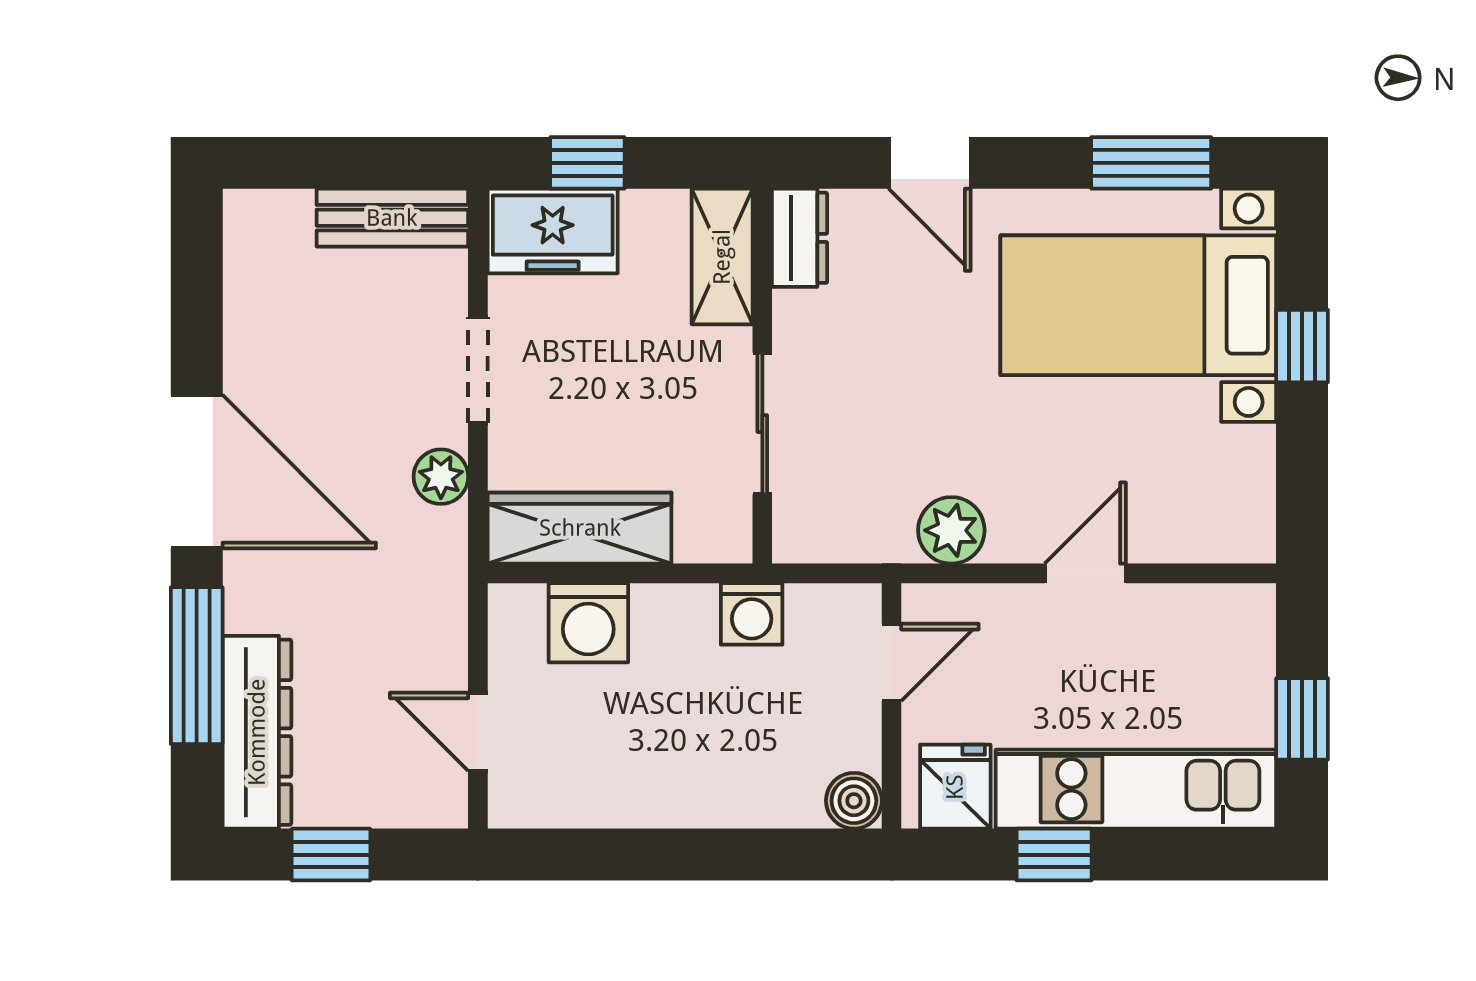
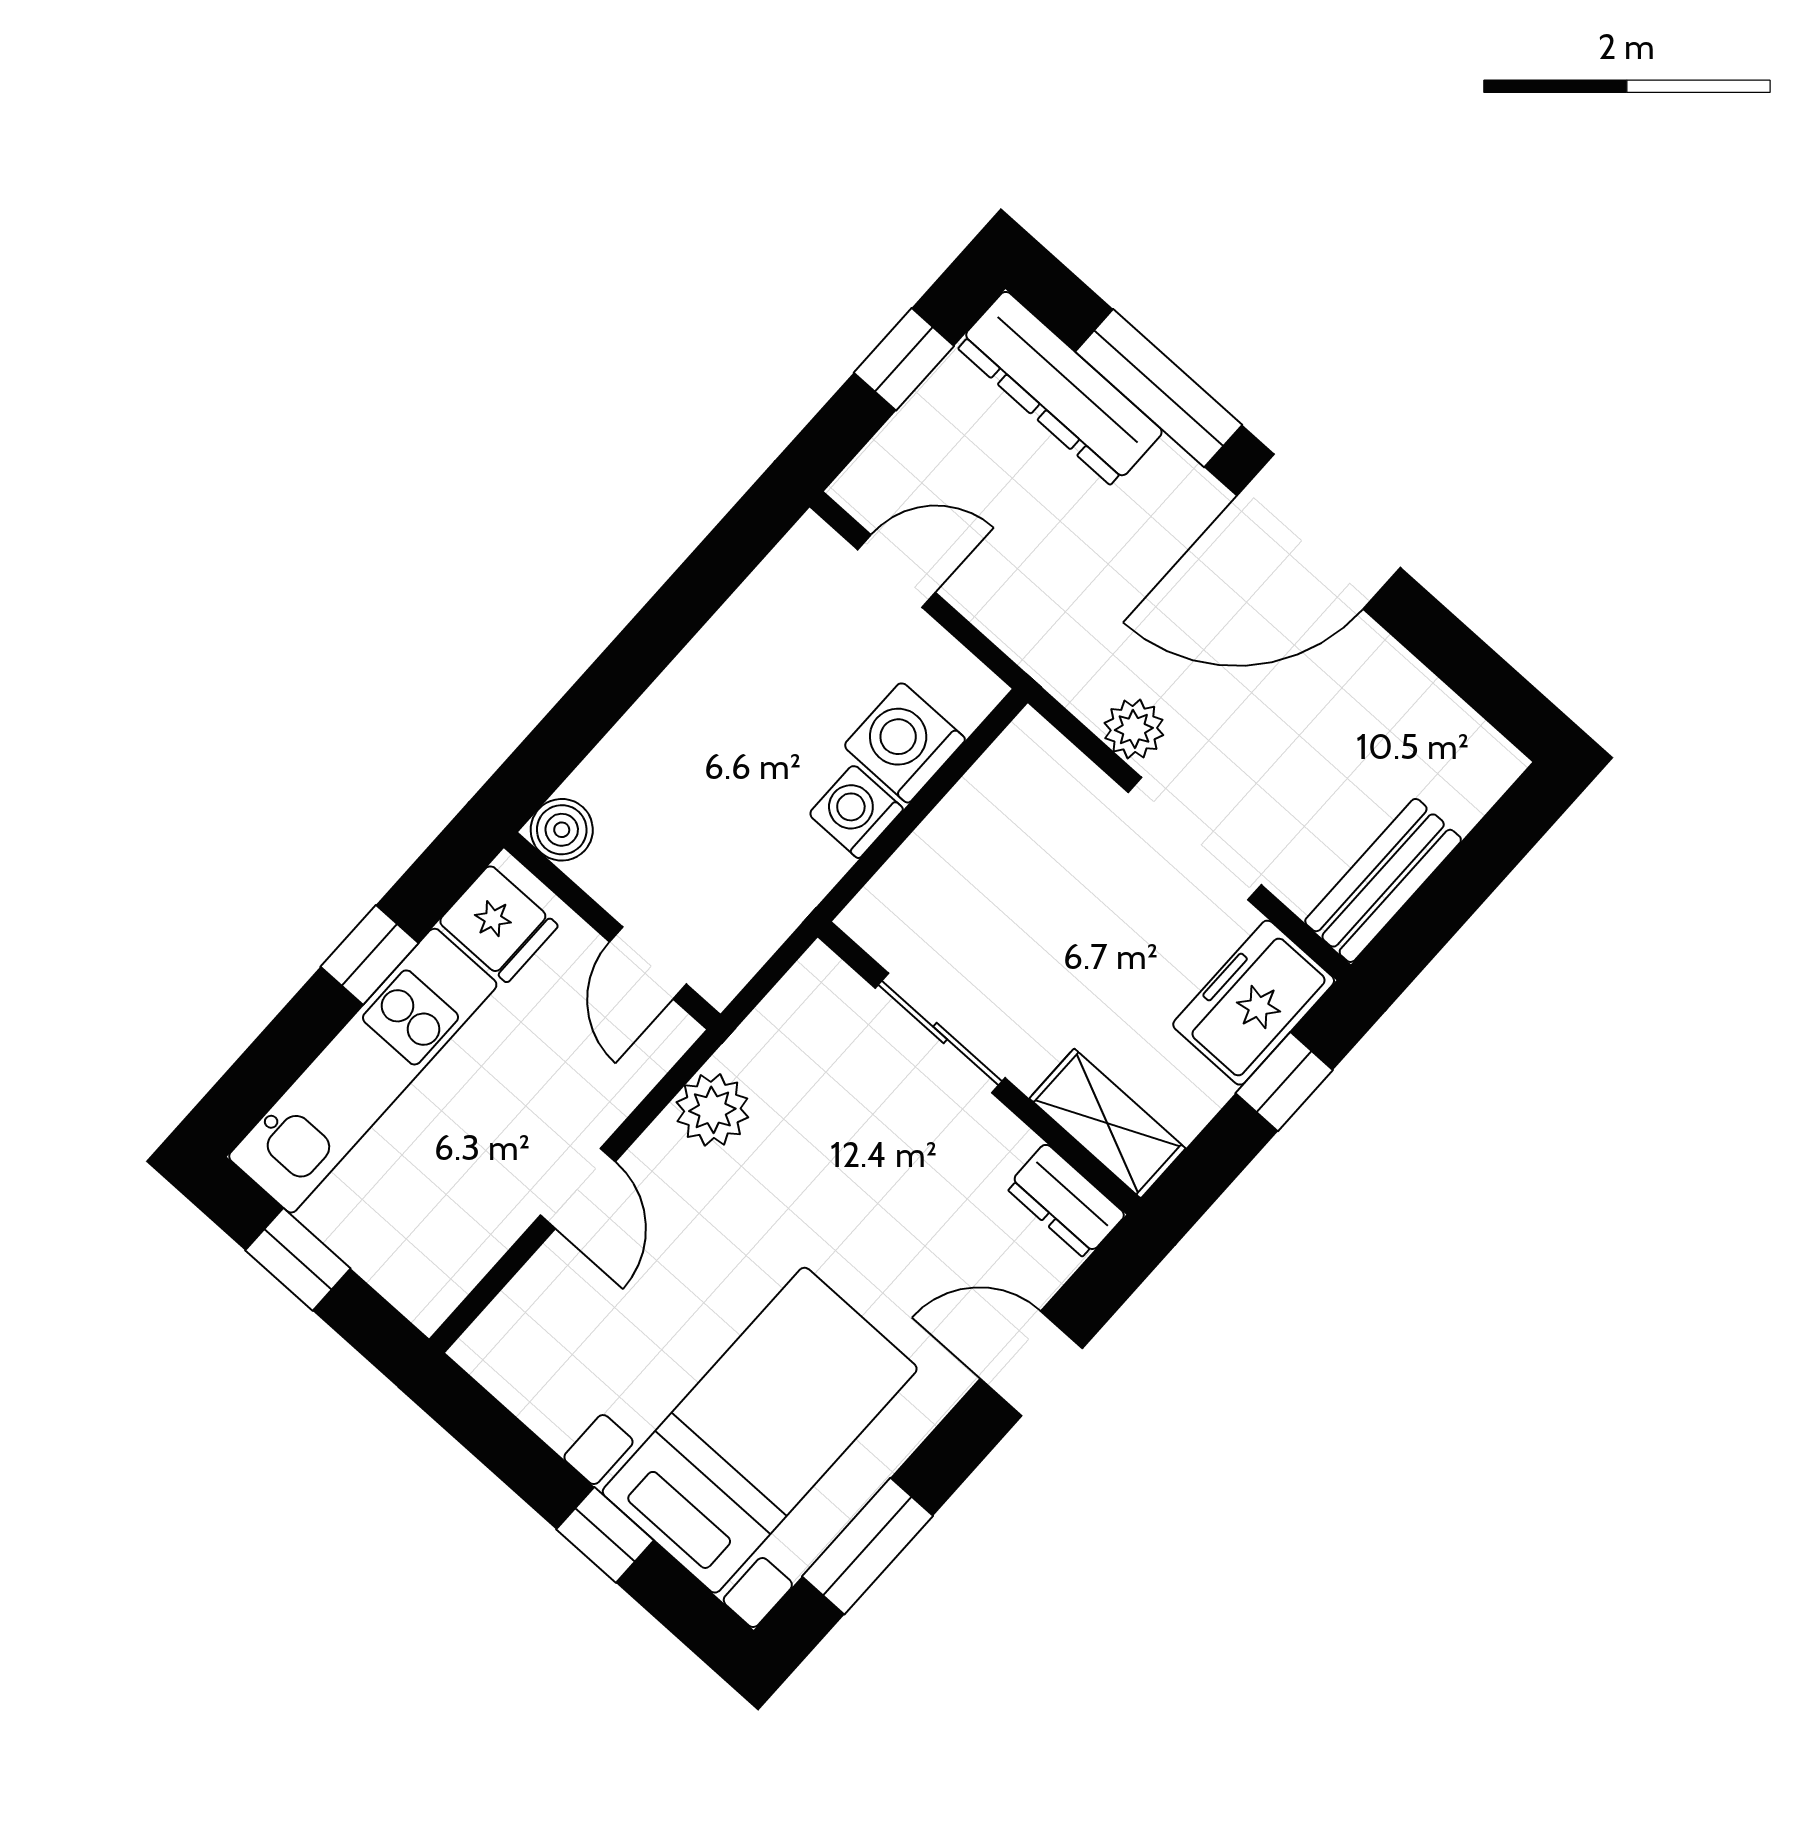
doorway: (478, 370) -> (1195, 839), width x1.38
wardrobe: (580, 528) -> (989, 805), removed
washing machine: (752, 614) -> (856, 811), moved

